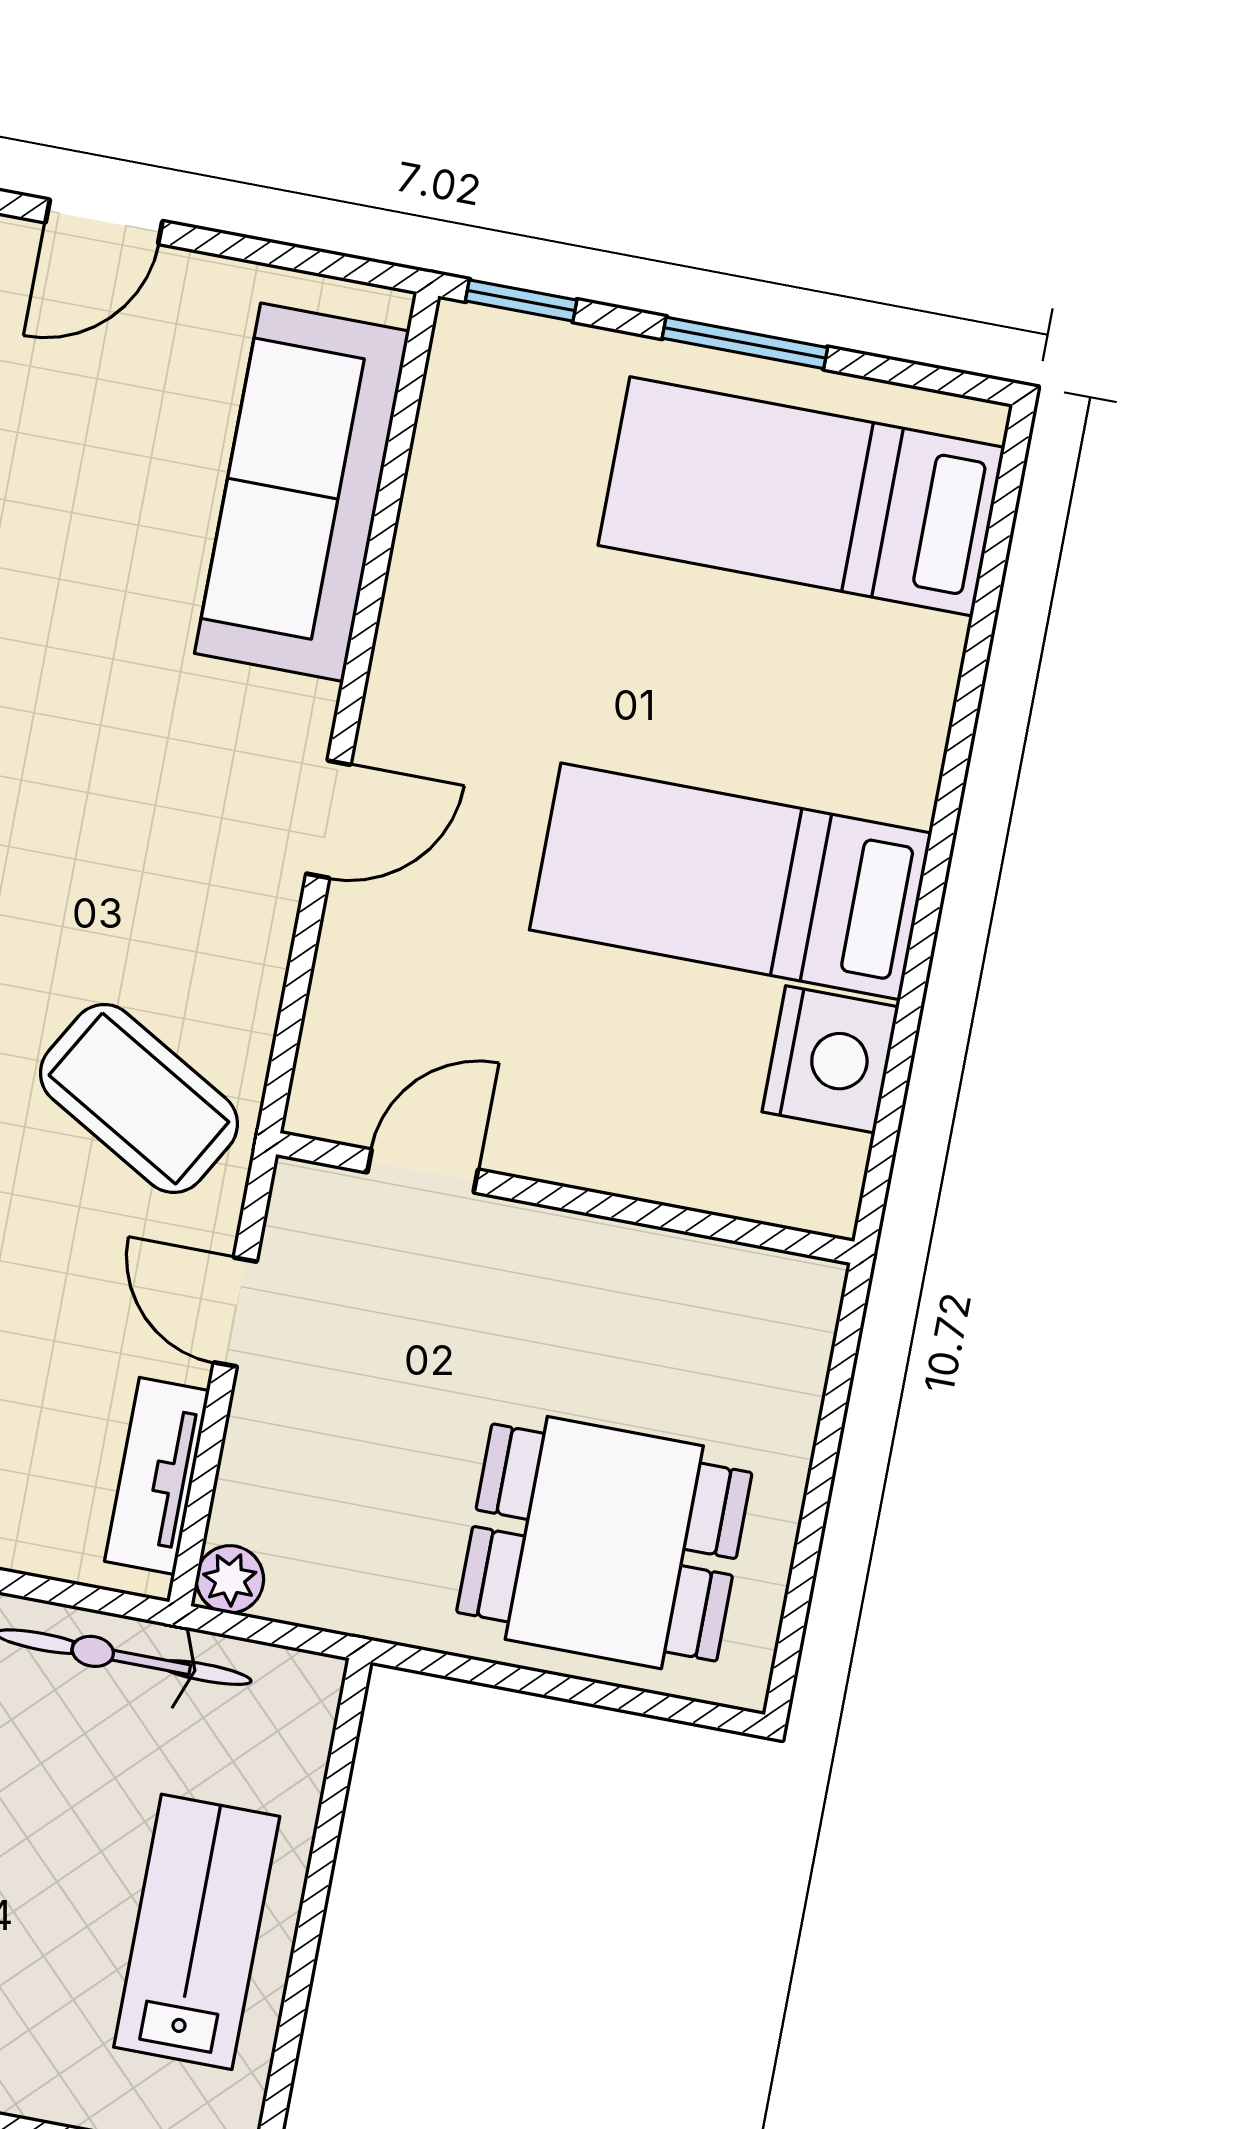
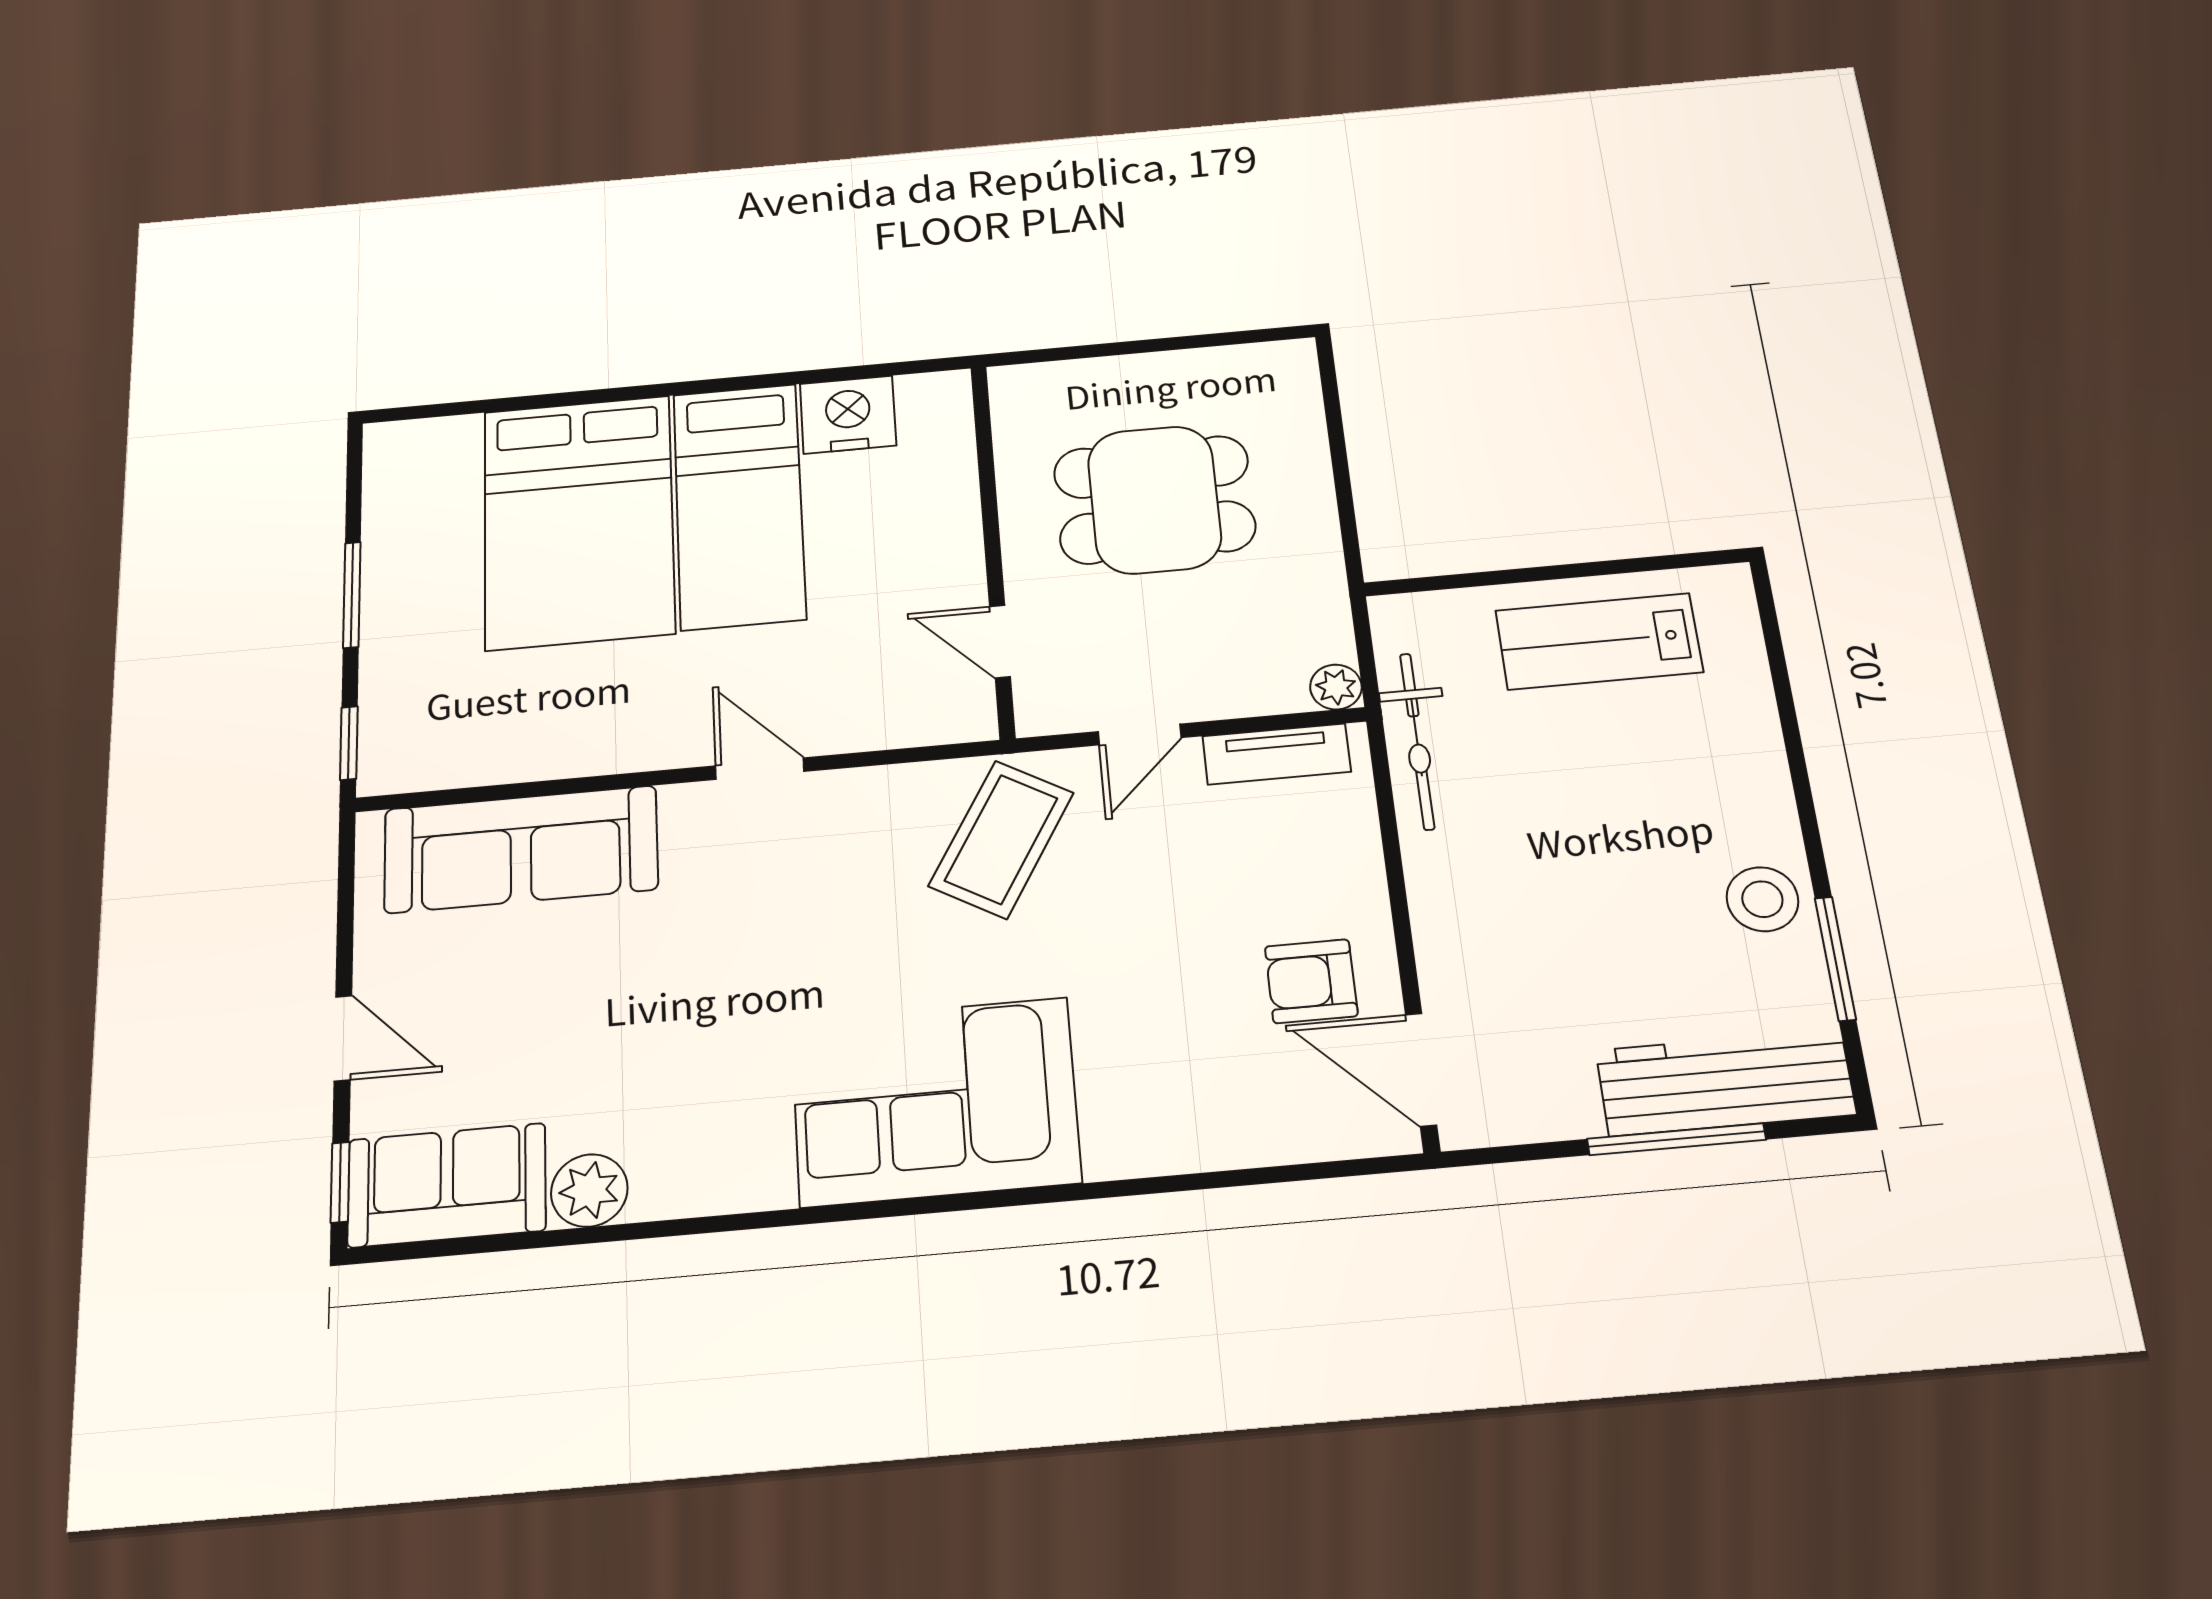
bed: (801, 496) -> (579, 521), moved, width x1.50
dining table: (604, 1543) -> (1154, 500), moved, turned 90

